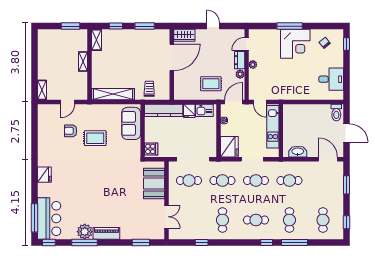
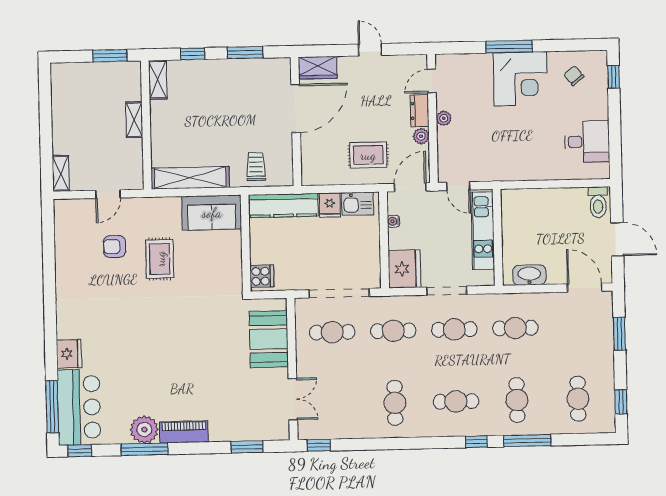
sofa: (131, 123) -> (212, 213), moved, turned -90
rug: (95, 138) -> (160, 259), turned 90
fridge: (44, 175) -> (69, 354), moved
window: (202, 242) -> (319, 445), moved

